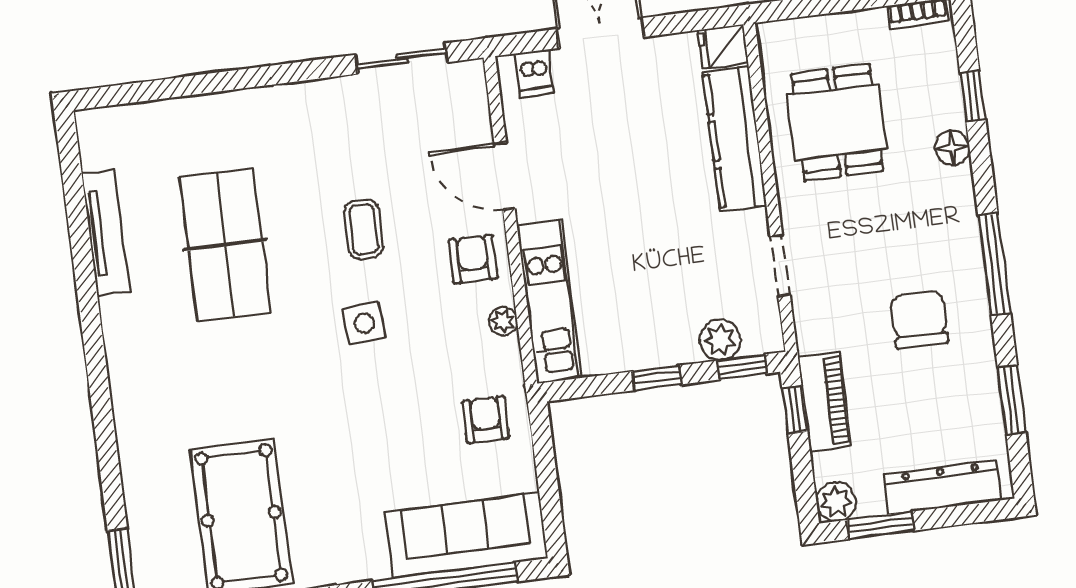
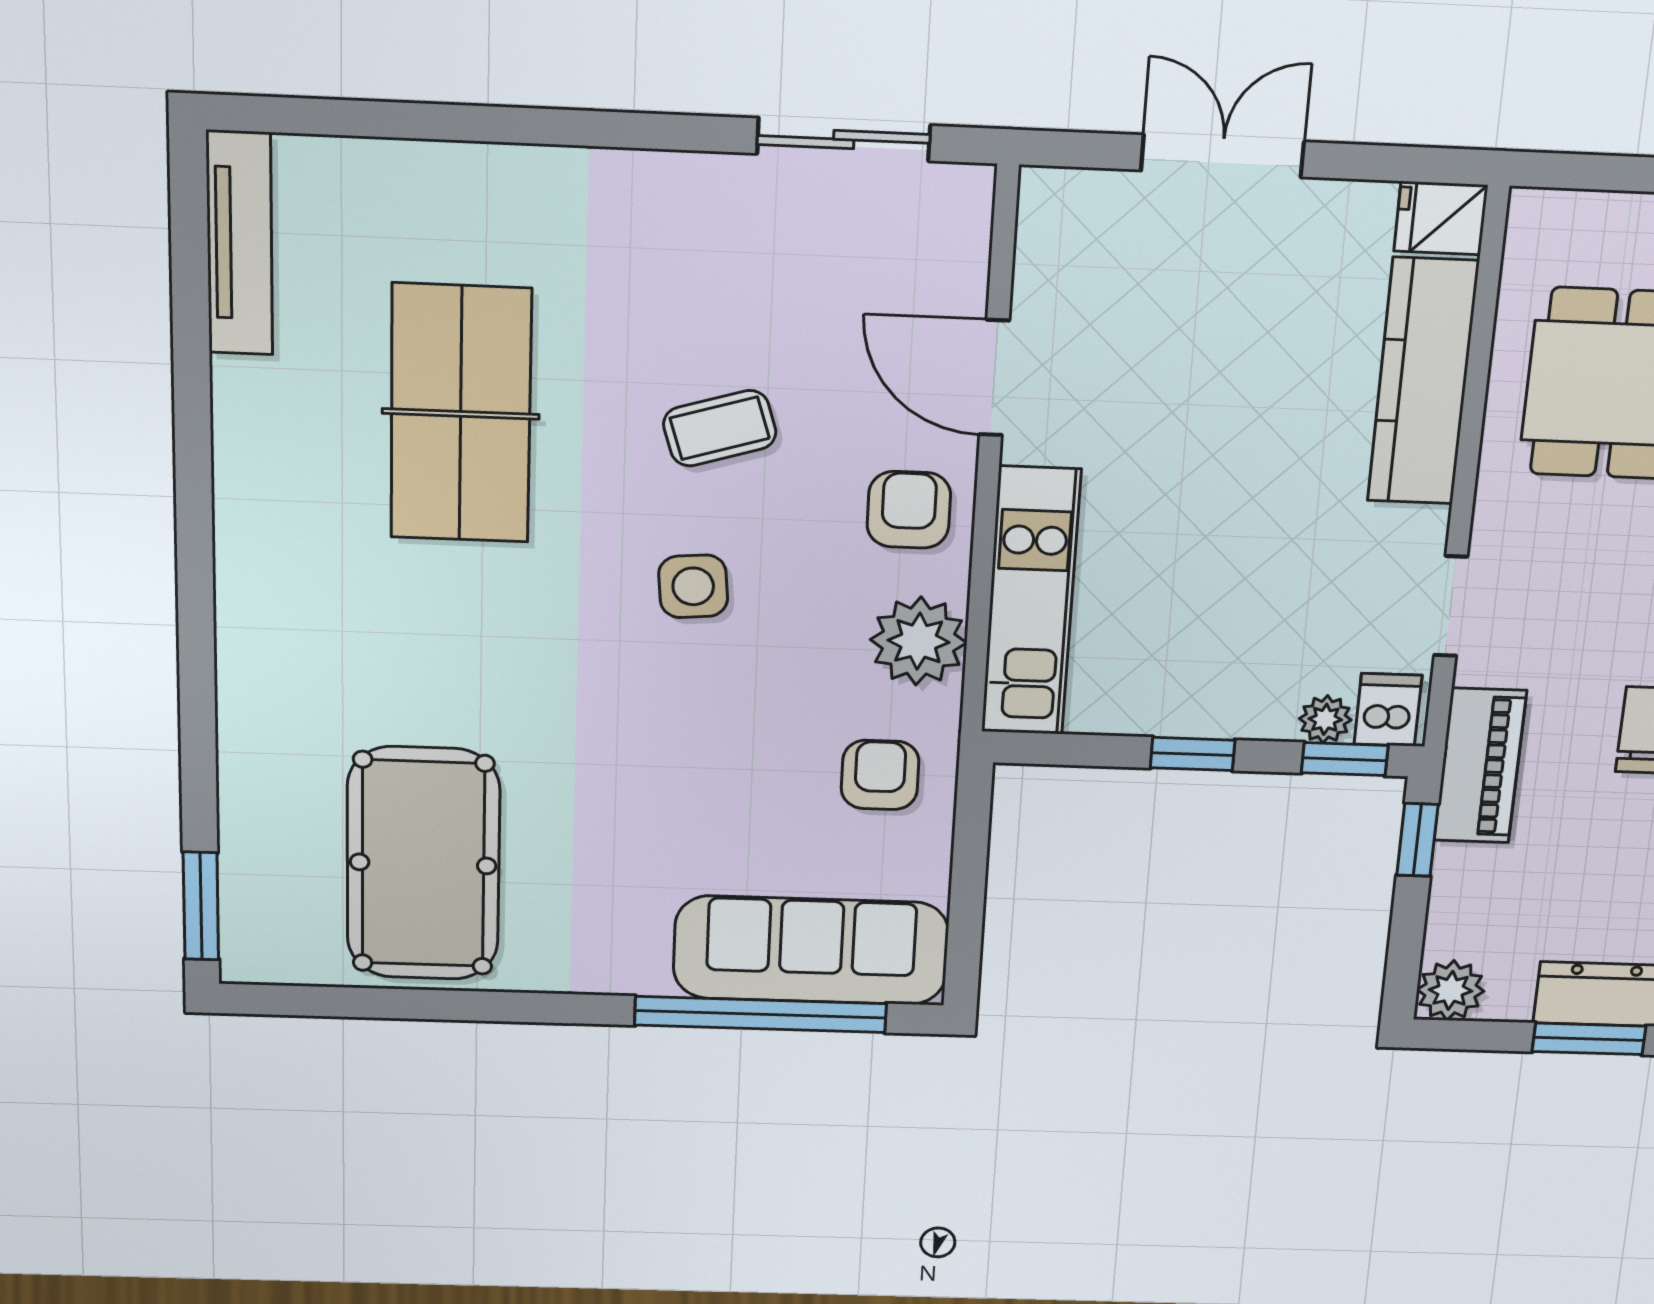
dishwasher: (534, 73) -> (1388, 710), moved, turned 180
coffee table: (364, 229) -> (720, 428), turned 73
tv unit: (106, 233) -> (239, 243), moved
plant: (503, 321) -> (919, 641), width x1.88, depth x1.88
plant: (720, 340) -> (1325, 719), width x0.73, depth x0.73
piano: (825, 402) -> (1480, 766), moved
window: (881, 525) -> (1589, 1039), moved

